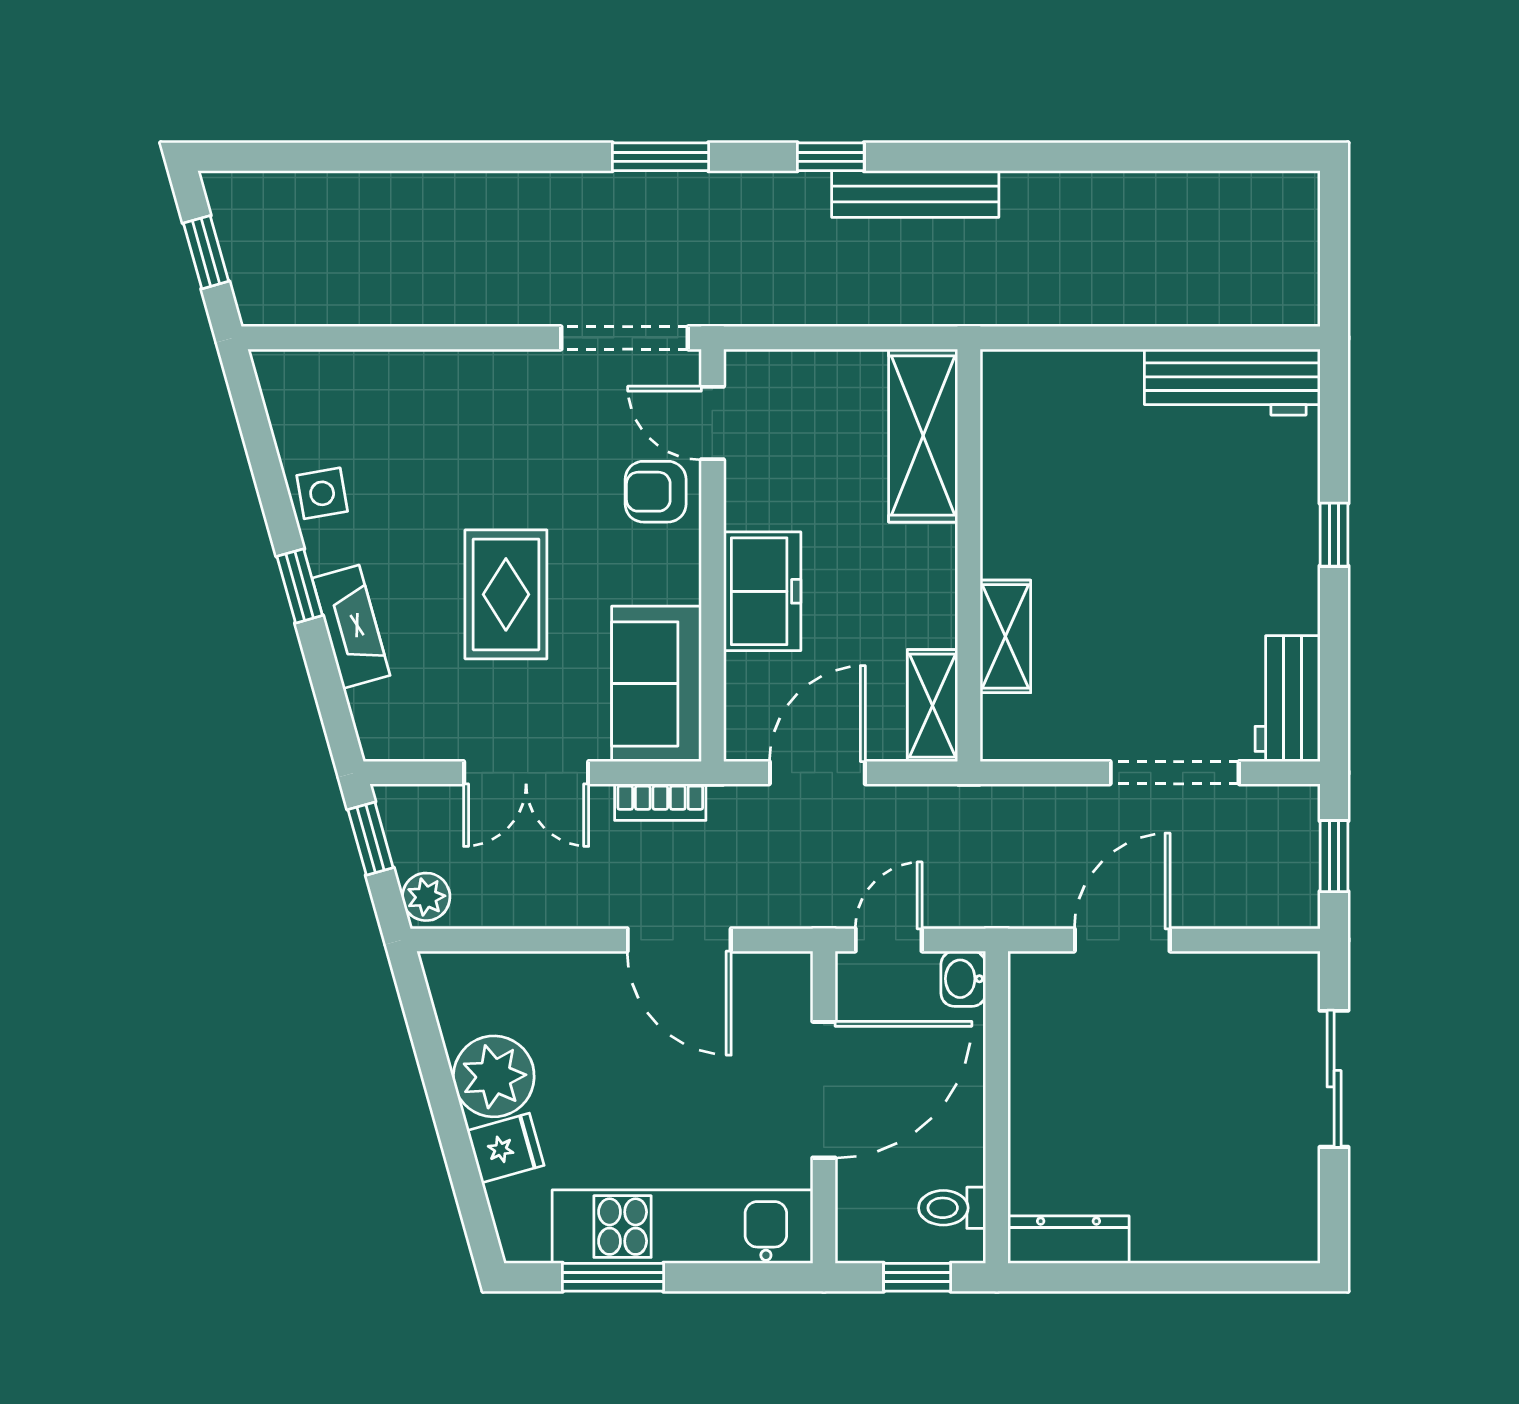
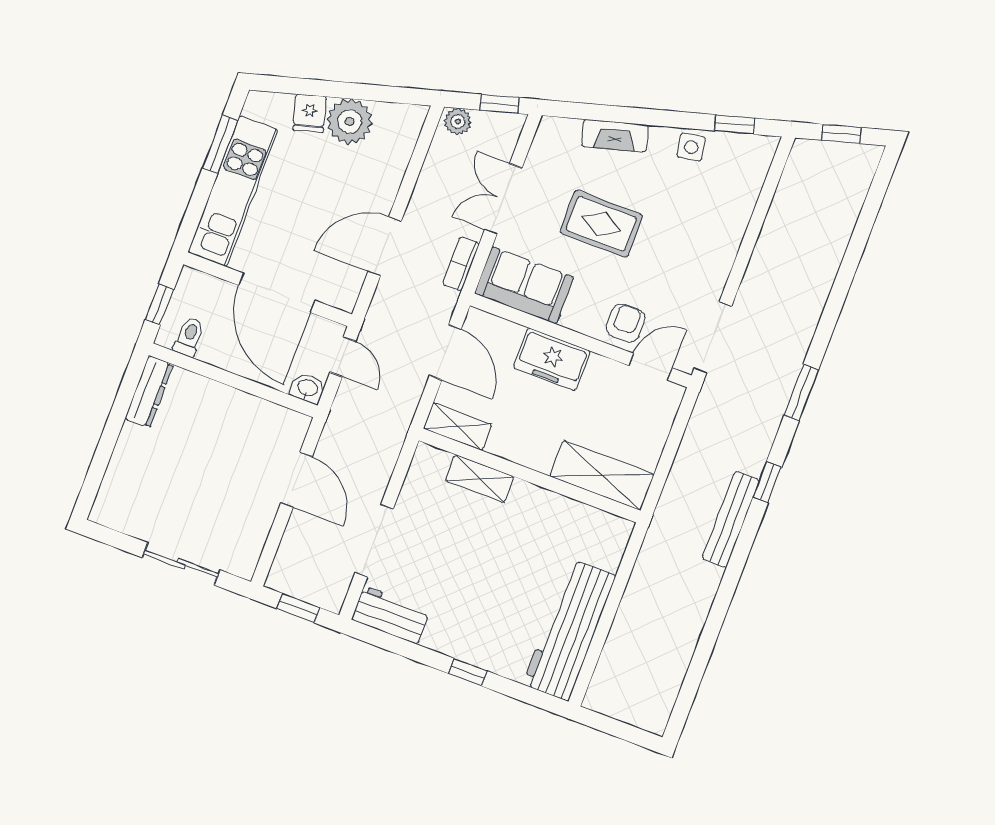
workbench: (1232, 382) -> (569, 630), width x1.36, depth x1.32
window: (300, 586) -> (735, 124), moved

